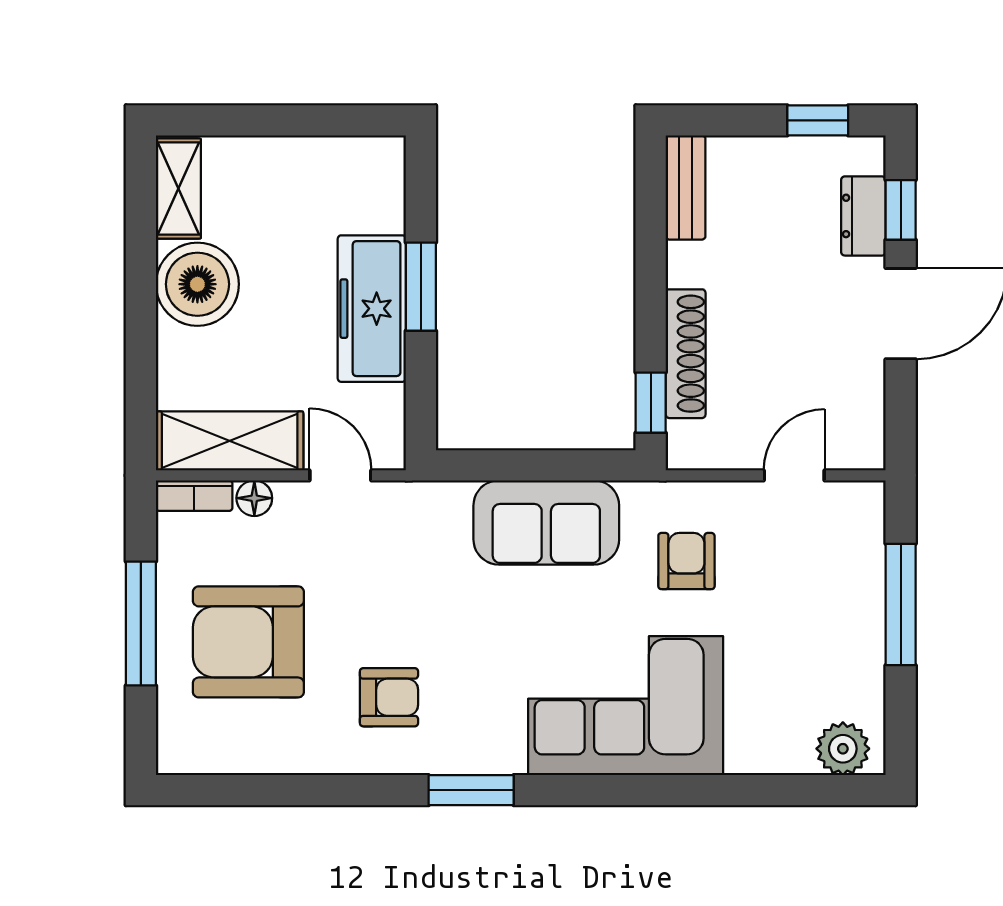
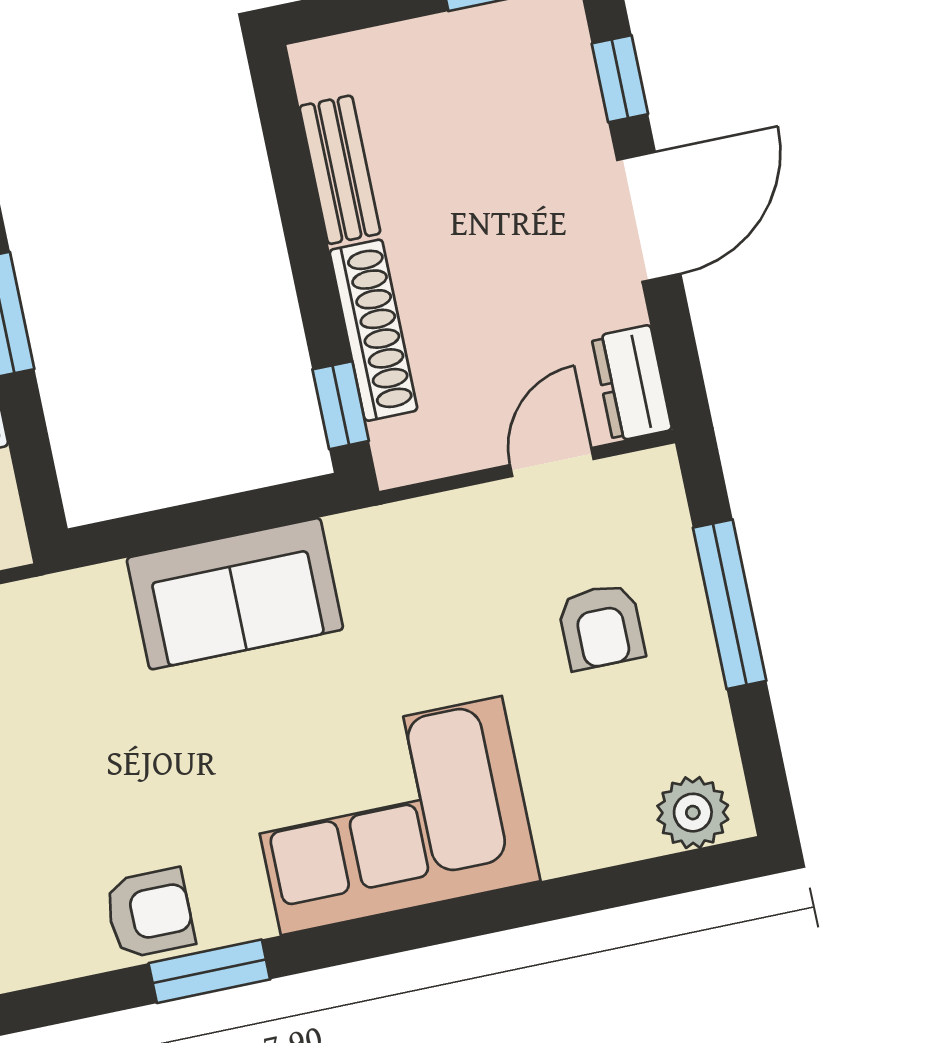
bench: (686, 188) -> (340, 170), moved
dresser: (863, 216) -> (632, 383), moved
armchair: (686, 561) -> (601, 627), moved, turned 180
armchair: (389, 697) -> (150, 913), moved

